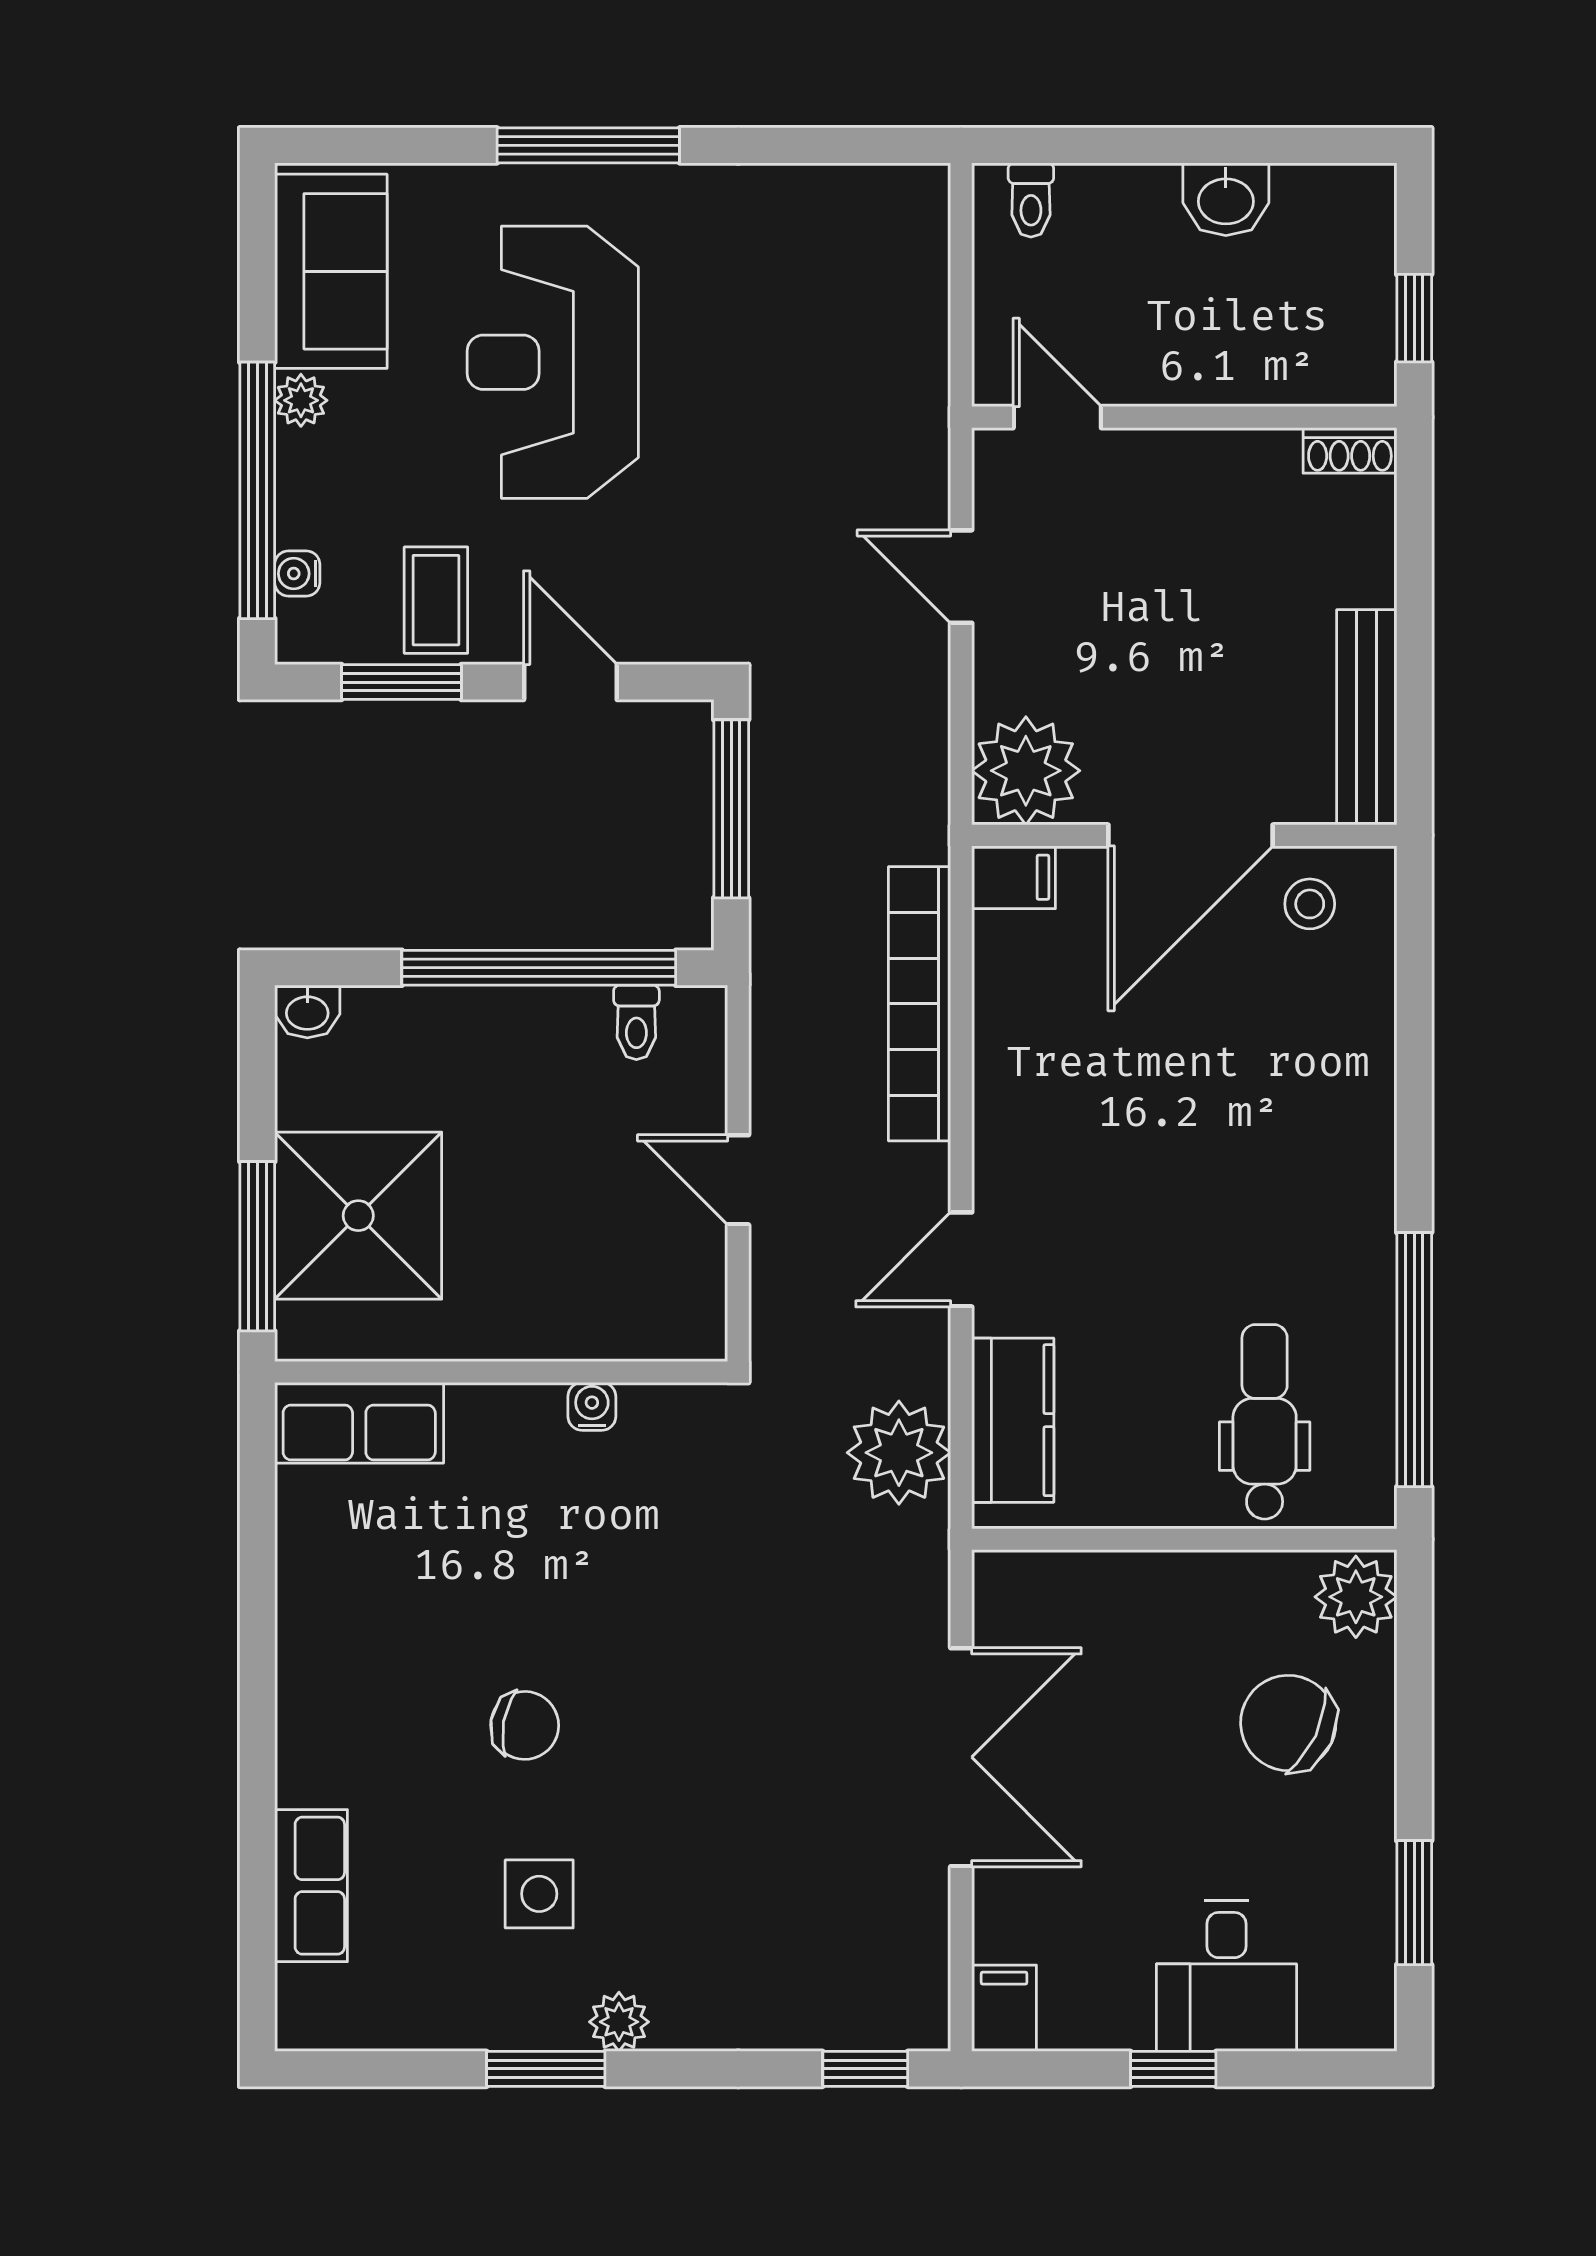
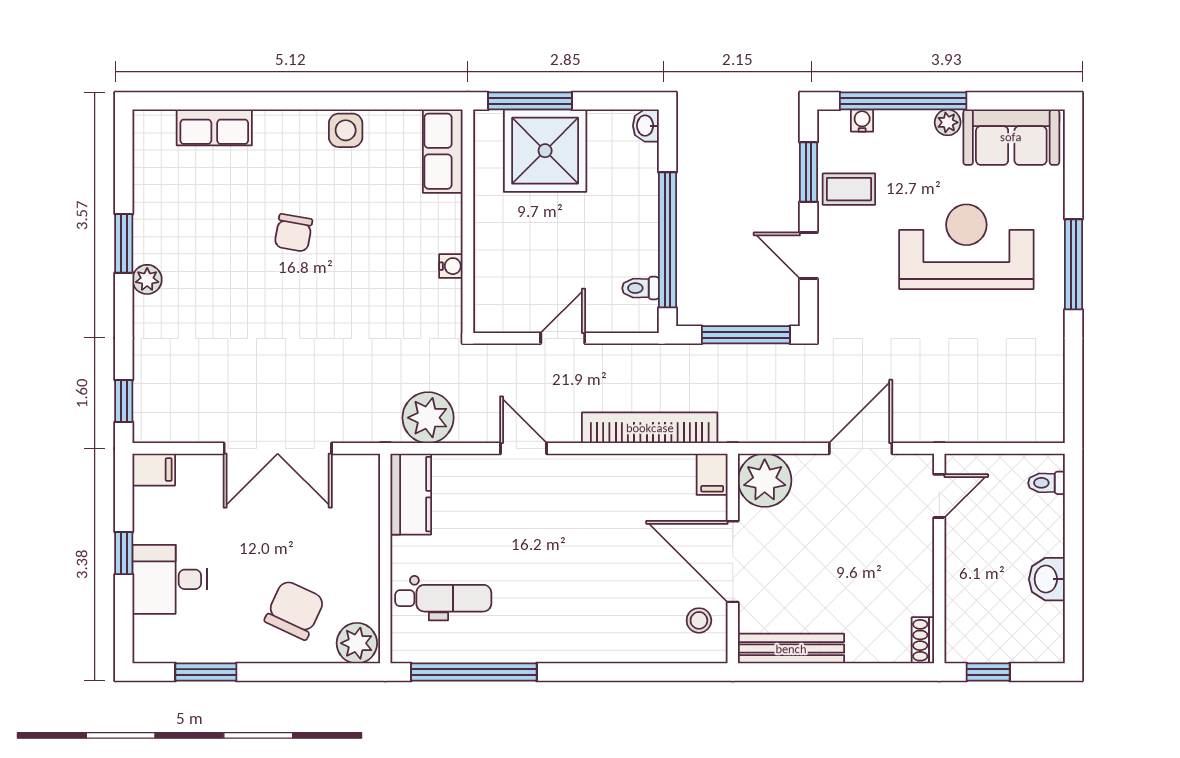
door: (961, 577) -> (861, 448), width x1.38
door: (570, 682) -> (809, 255), swing flipped
kitchen counter: (1013, 1420) -> (411, 494), moved, turned -90
side table: (539, 1894) -> (346, 130), moved

